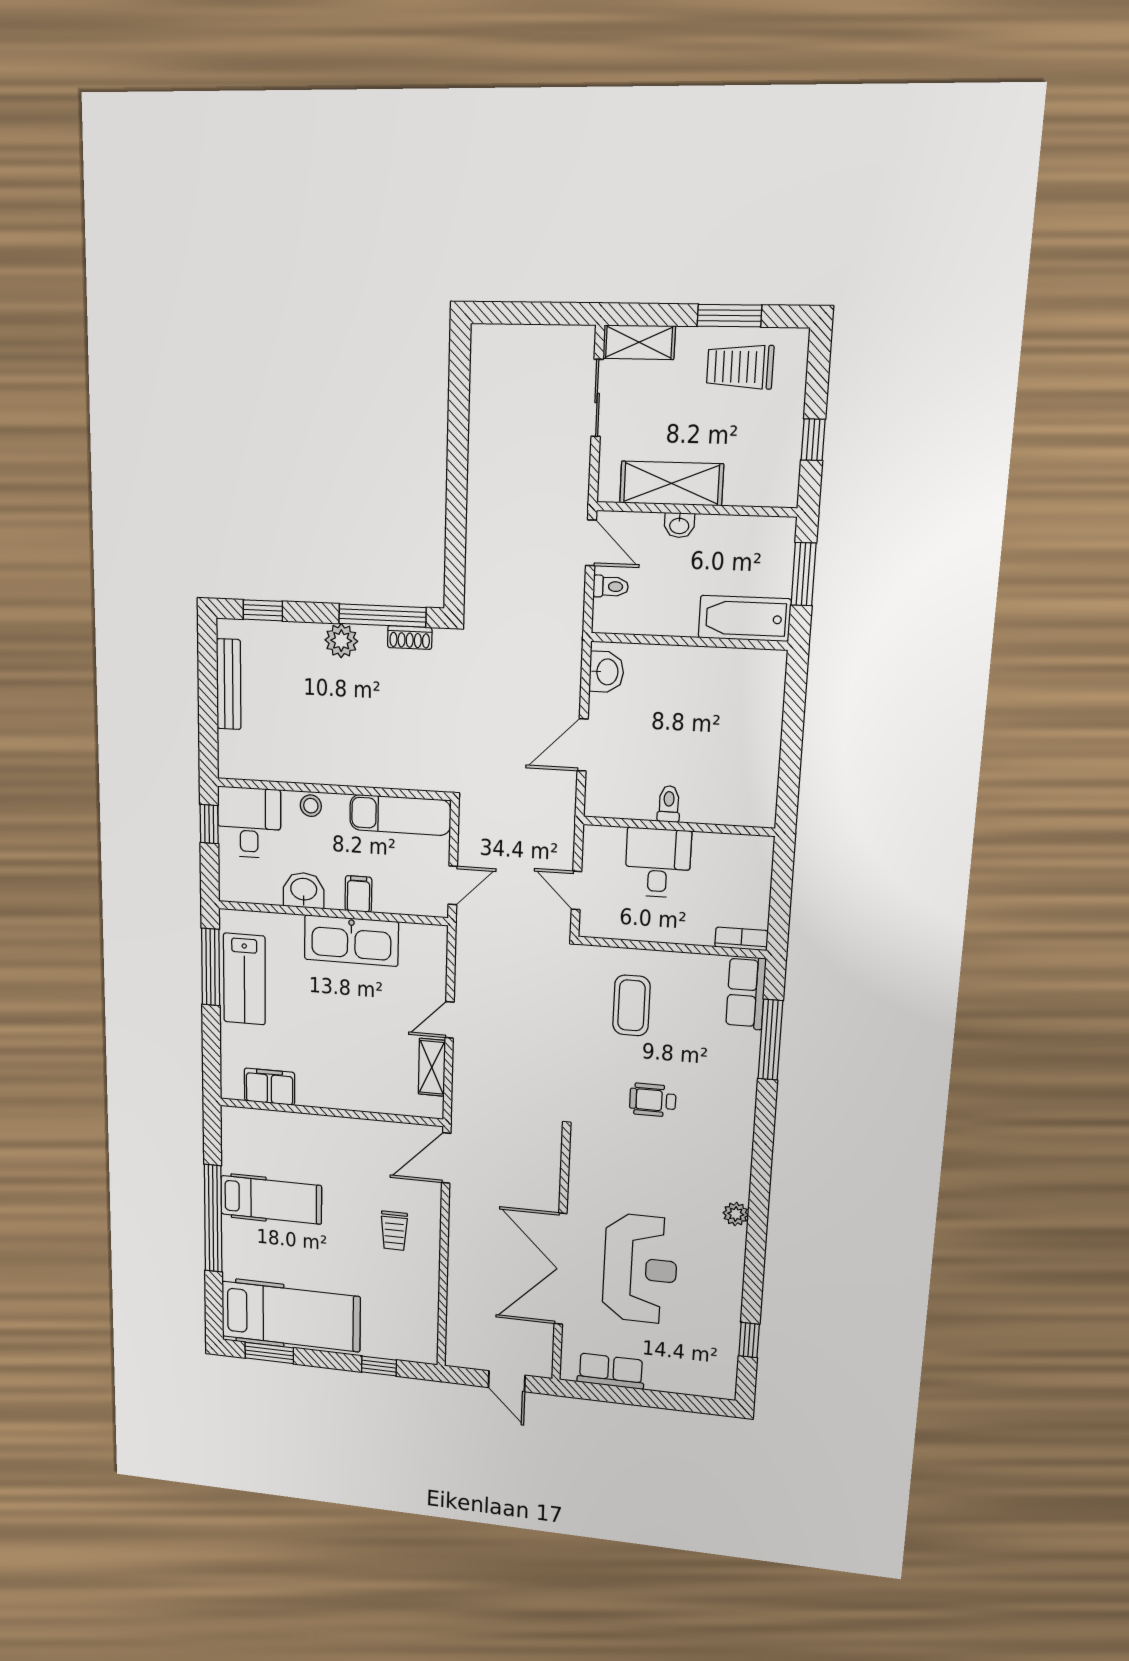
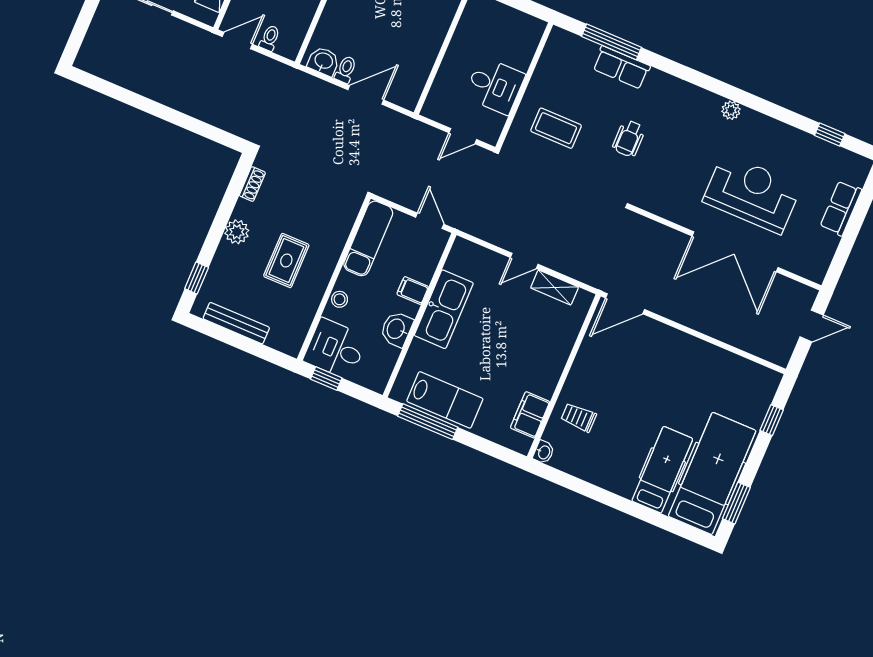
window: (382, 615) -> (231, 197), removed
rug: (331, 719) -> (286, 261), added
door: (583, 745) -> (366, 95), swing flipped
toilet: (669, 804) -> (346, 70), moved, turned 90
desk: (658, 863) -> (495, 86), moved, turned 180
bookcase: (741, 939) -> (534, 37), removed
row of seats: (746, 993) -> (621, 67), moved
door: (450, 1020) -> (524, 261), hinge flipped
washbasin: (233, 1117) -> (544, 452), added
door: (446, 1158) -> (625, 304), hinge flipped
hospital bed: (271, 1200) -> (662, 470), moved
window: (213, 1218) -> (617, 502), removed
trolley: (394, 1231) -> (579, 417), moved, turned 180
row of seats: (611, 1371) -> (841, 208), moved

